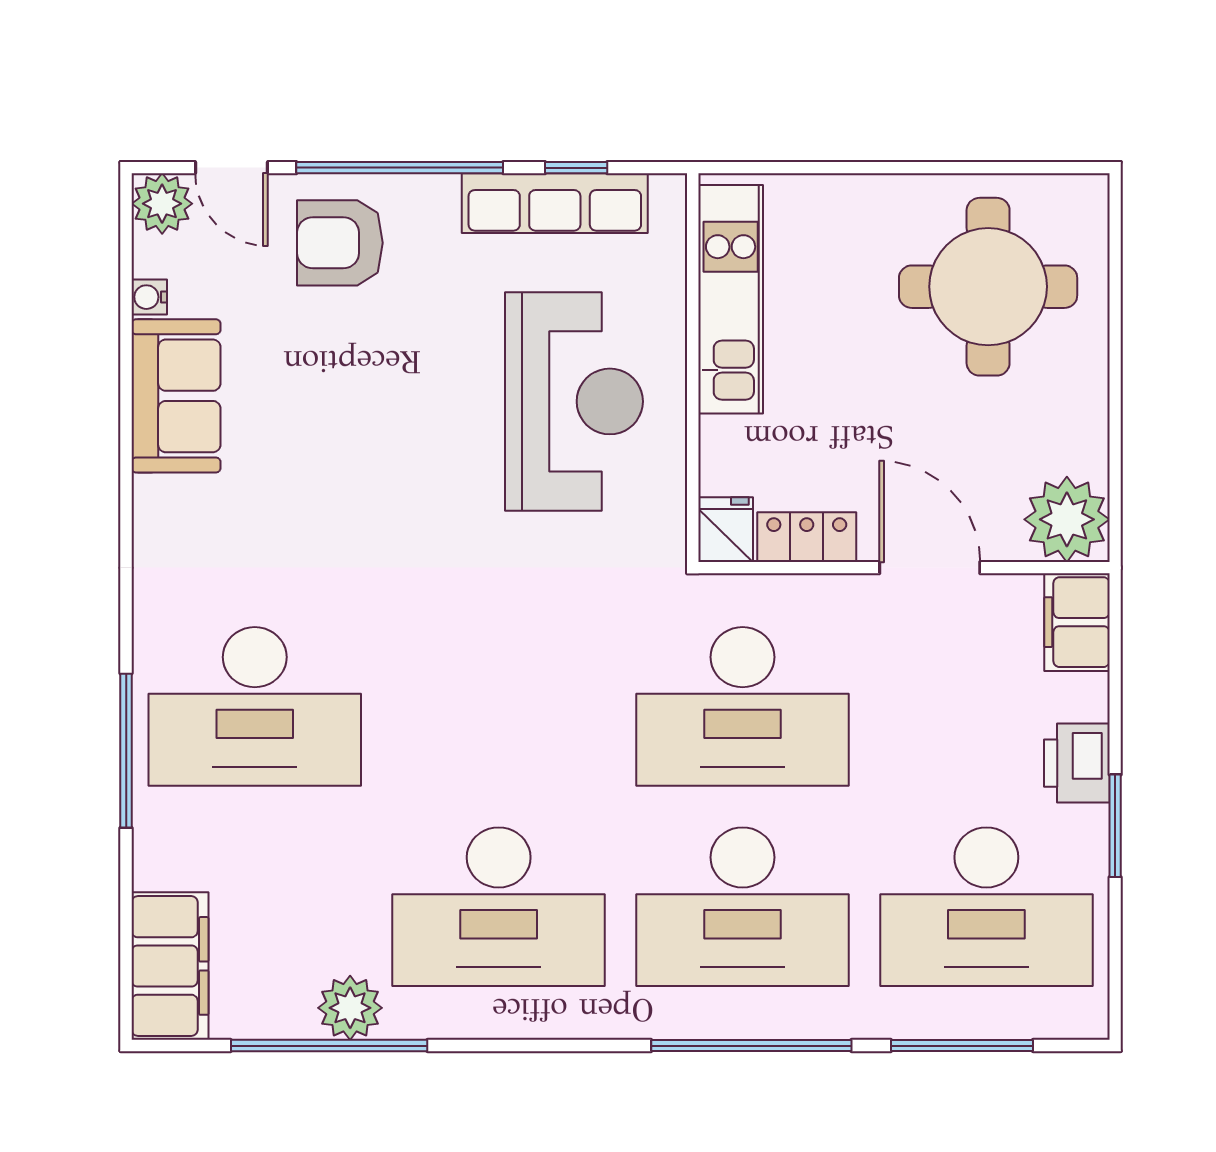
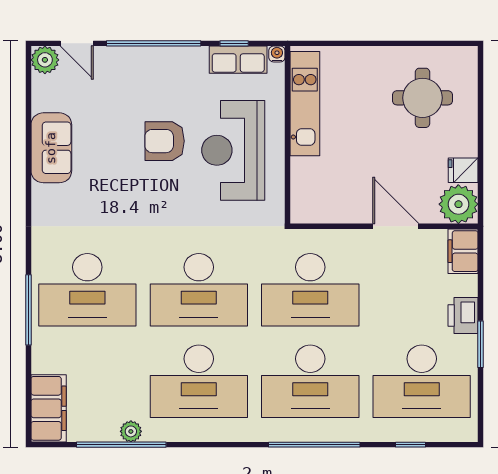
row of seats: (555, 203) -> (238, 60), width x0.68
armchair: (340, 243) -> (165, 141), moved
round table: (988, 287) -> (422, 98), width x0.73, depth x0.73
water cooler: (149, 297) -> (277, 54), moved, turned 90
reception desk: (574, 401) -> (233, 150), turned 180
fridge: (726, 530) -> (463, 170), moved, turned -90
locker: (807, 537) -> (340, 212), removed
desk: (499, 706) -> (199, 290), added
plant: (350, 1008) -> (131, 431), width x0.73, depth x0.73
window: (962, 1046) -> (411, 445), width x0.46

